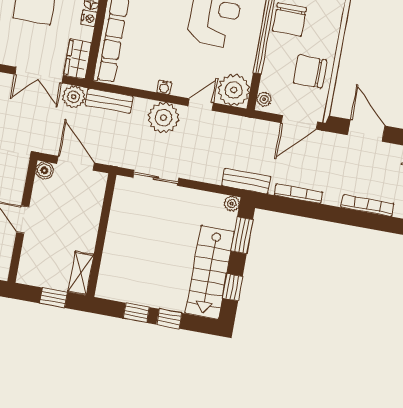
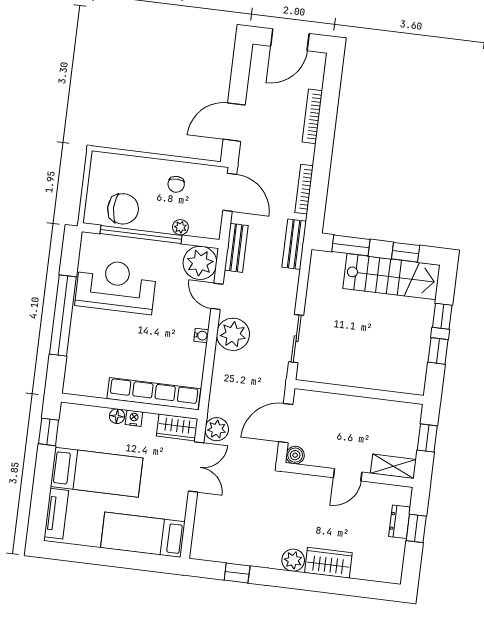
chair: (310, 72) -> (176, 184), width x0.54, depth x0.54
plant: (264, 99) -> (180, 227), moved
bench: (109, 101) -> (236, 248), moved
plant: (232, 204) -> (318, 258), removed
shelving: (81, 273) -> (393, 466), moved

